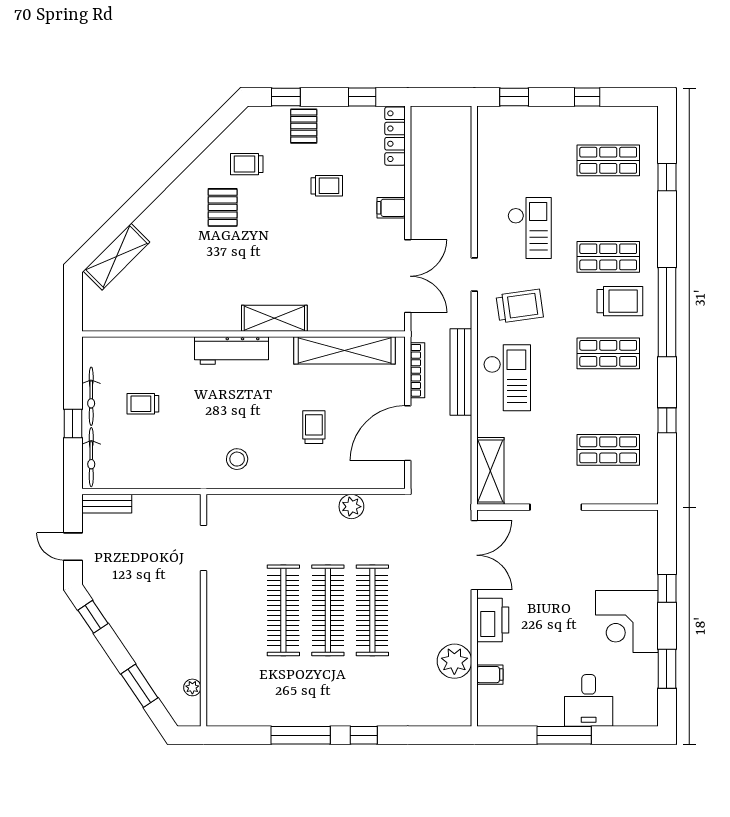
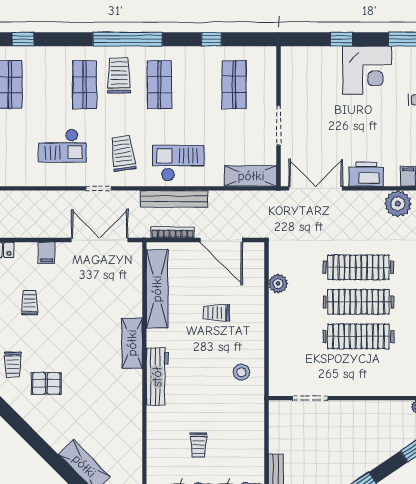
checkout: (530, 228) -> (62, 146), turned 180

